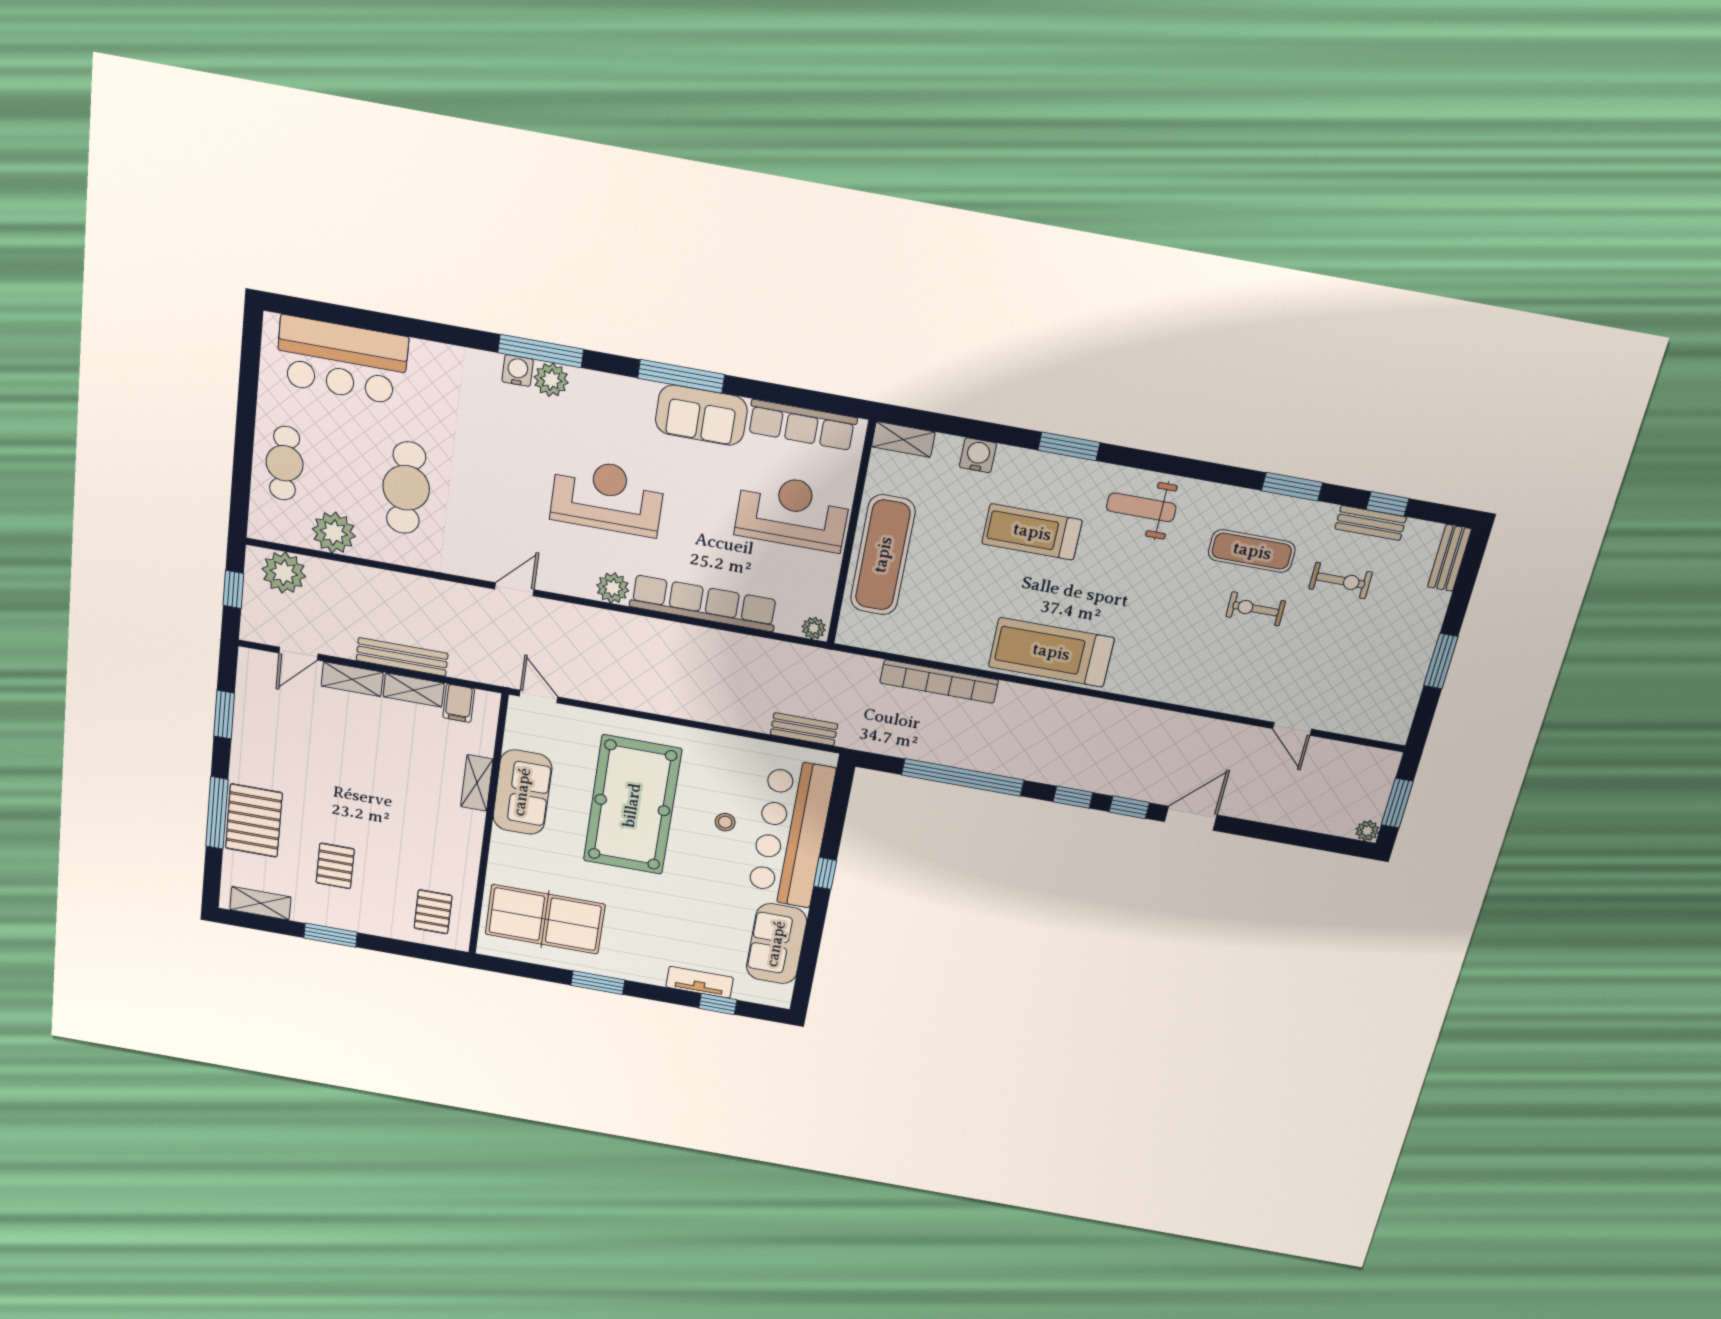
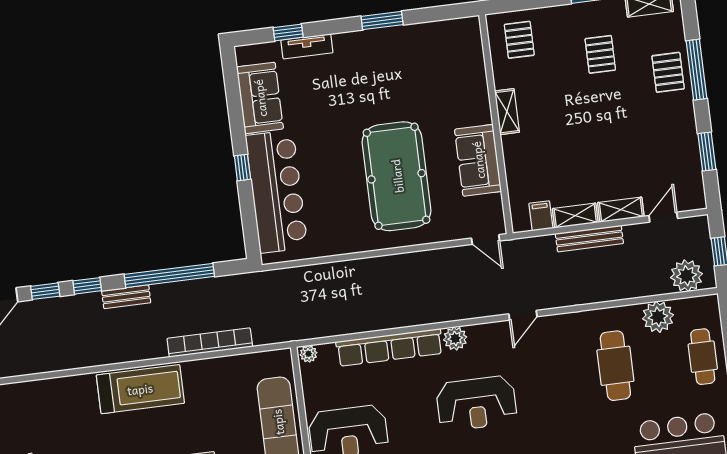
bench: (804, 729) -> (126, 297), moved
shelving: (477, 783) -> (507, 112), moved
pallet: (254, 821) -> (668, 72), width x0.67, depth x0.71
stool: (725, 822) -> (326, 185), removed
table tennis table: (545, 919) -> (435, 61), removed

